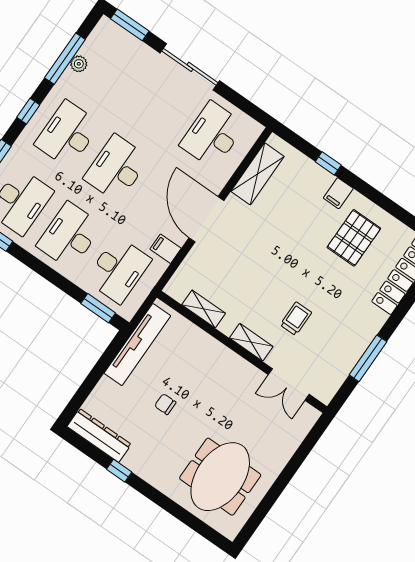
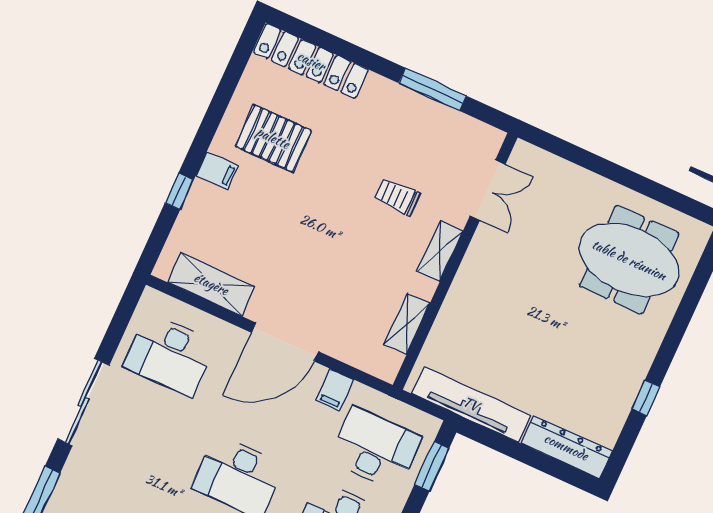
chair: (165, 404) -> (545, 352), removed
dresser: (99, 435) -> (566, 447), moved, turned 90

